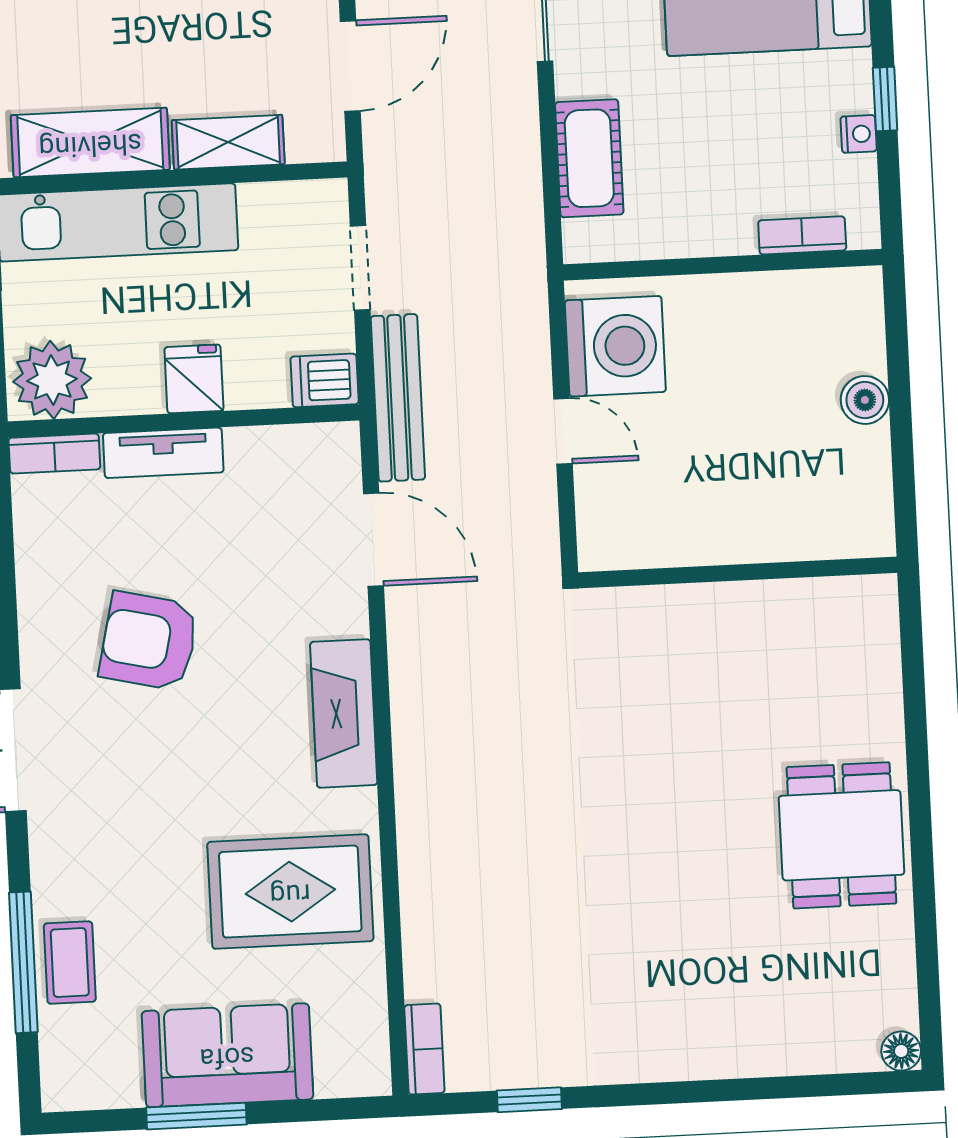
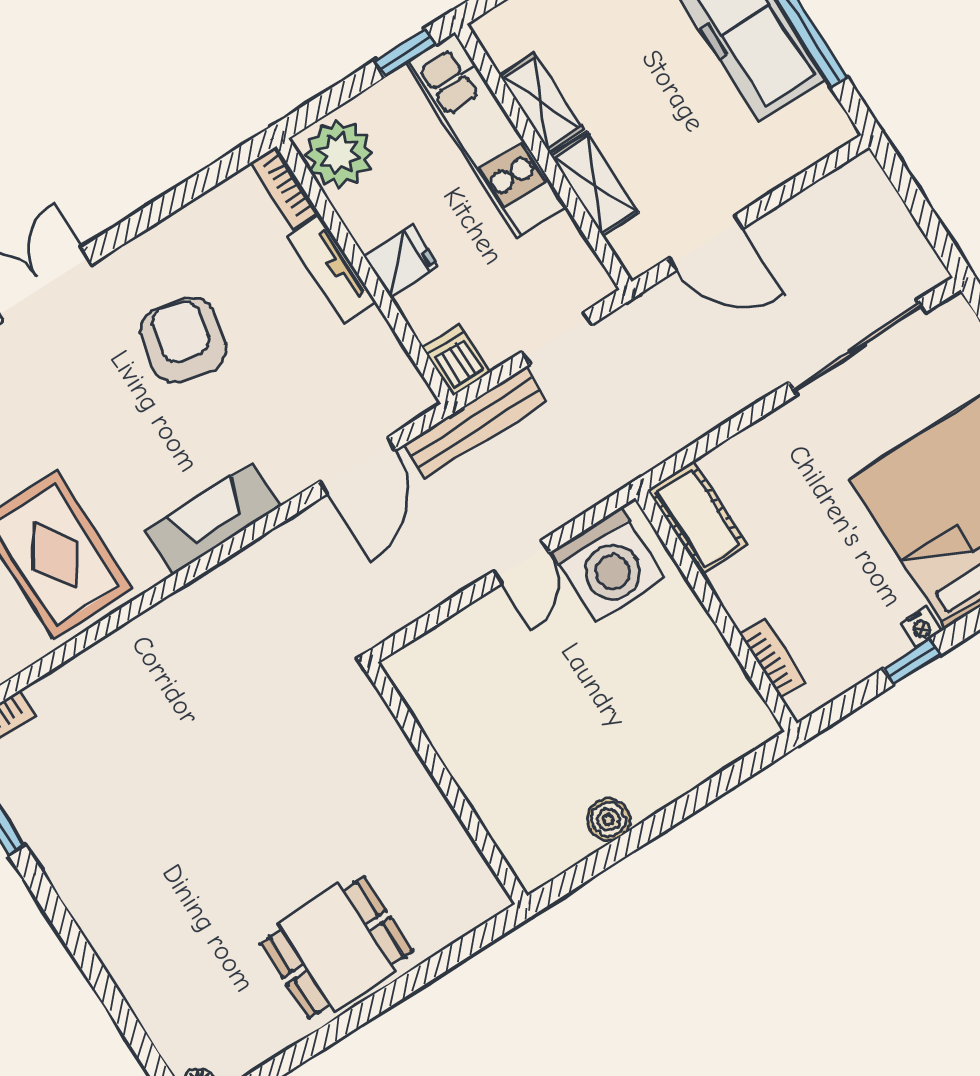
nightstand: (859, 134) -> (921, 627), moved
shelving: (90, 143) -> (541, 103), width x0.67, depth x0.75
cot: (589, 158) -> (697, 518), moved, turned 90
boiler: (865, 400) -> (608, 820), moved
wall: (738, 573) -> (446, 783), moved

